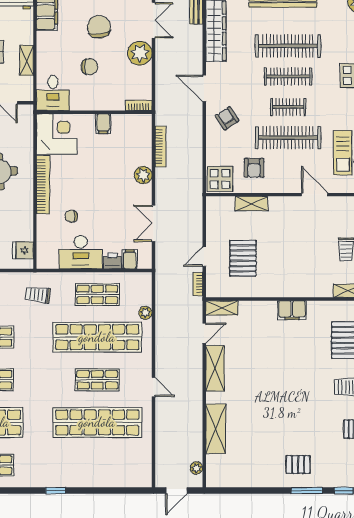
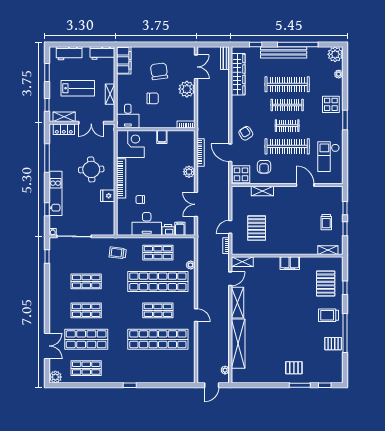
door: (204, 88) -> (230, 153), moved
fridge: (23, 250) -> (108, 196), moved
shelving: (216, 429) -> (238, 344), width x1.47

